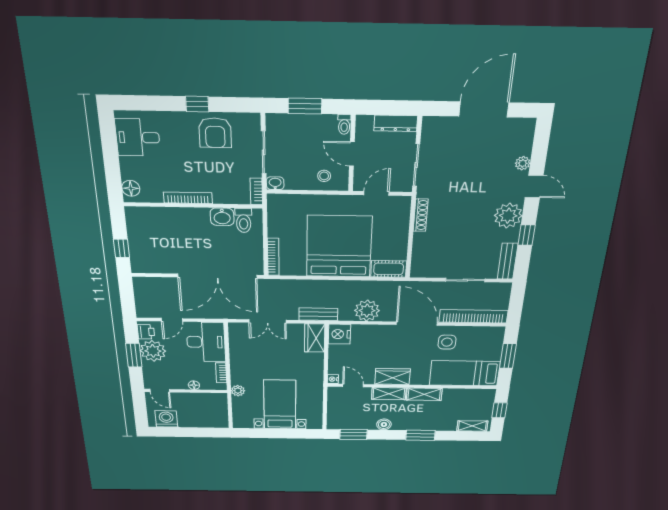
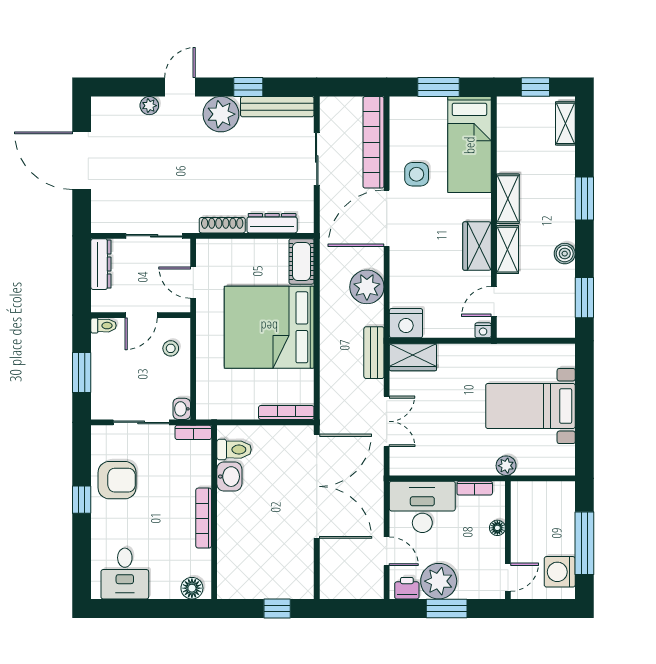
dresser: (419, 250) -> (272, 223), added
bench: (508, 261) -> (277, 107), width x1.36
window: (187, 432) -> (584, 543), added

